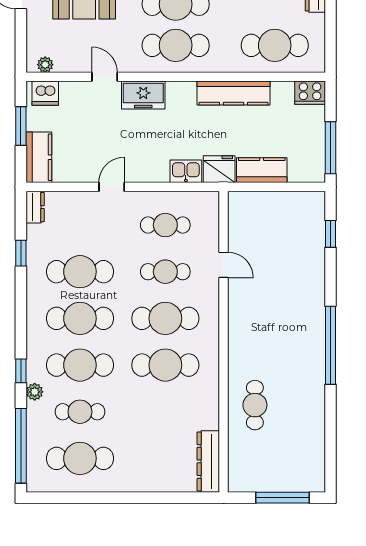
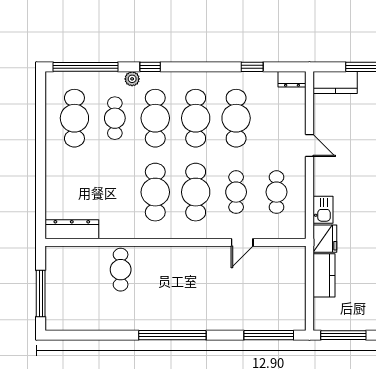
window: (330, 234) -> (269, 335), width x2.17
cafe table: (255, 405) -> (121, 270), turned 90

